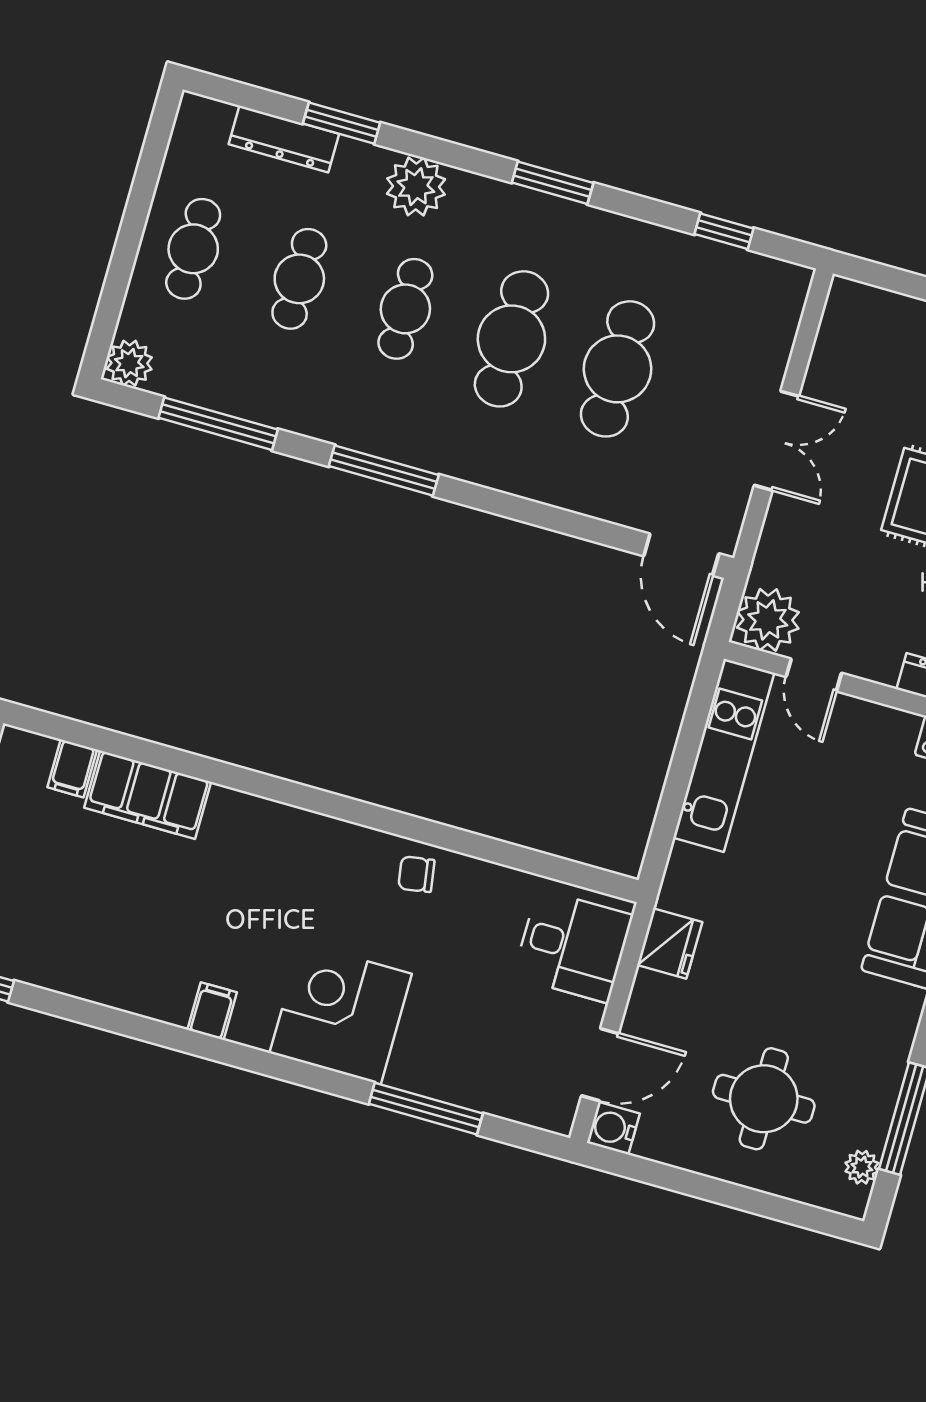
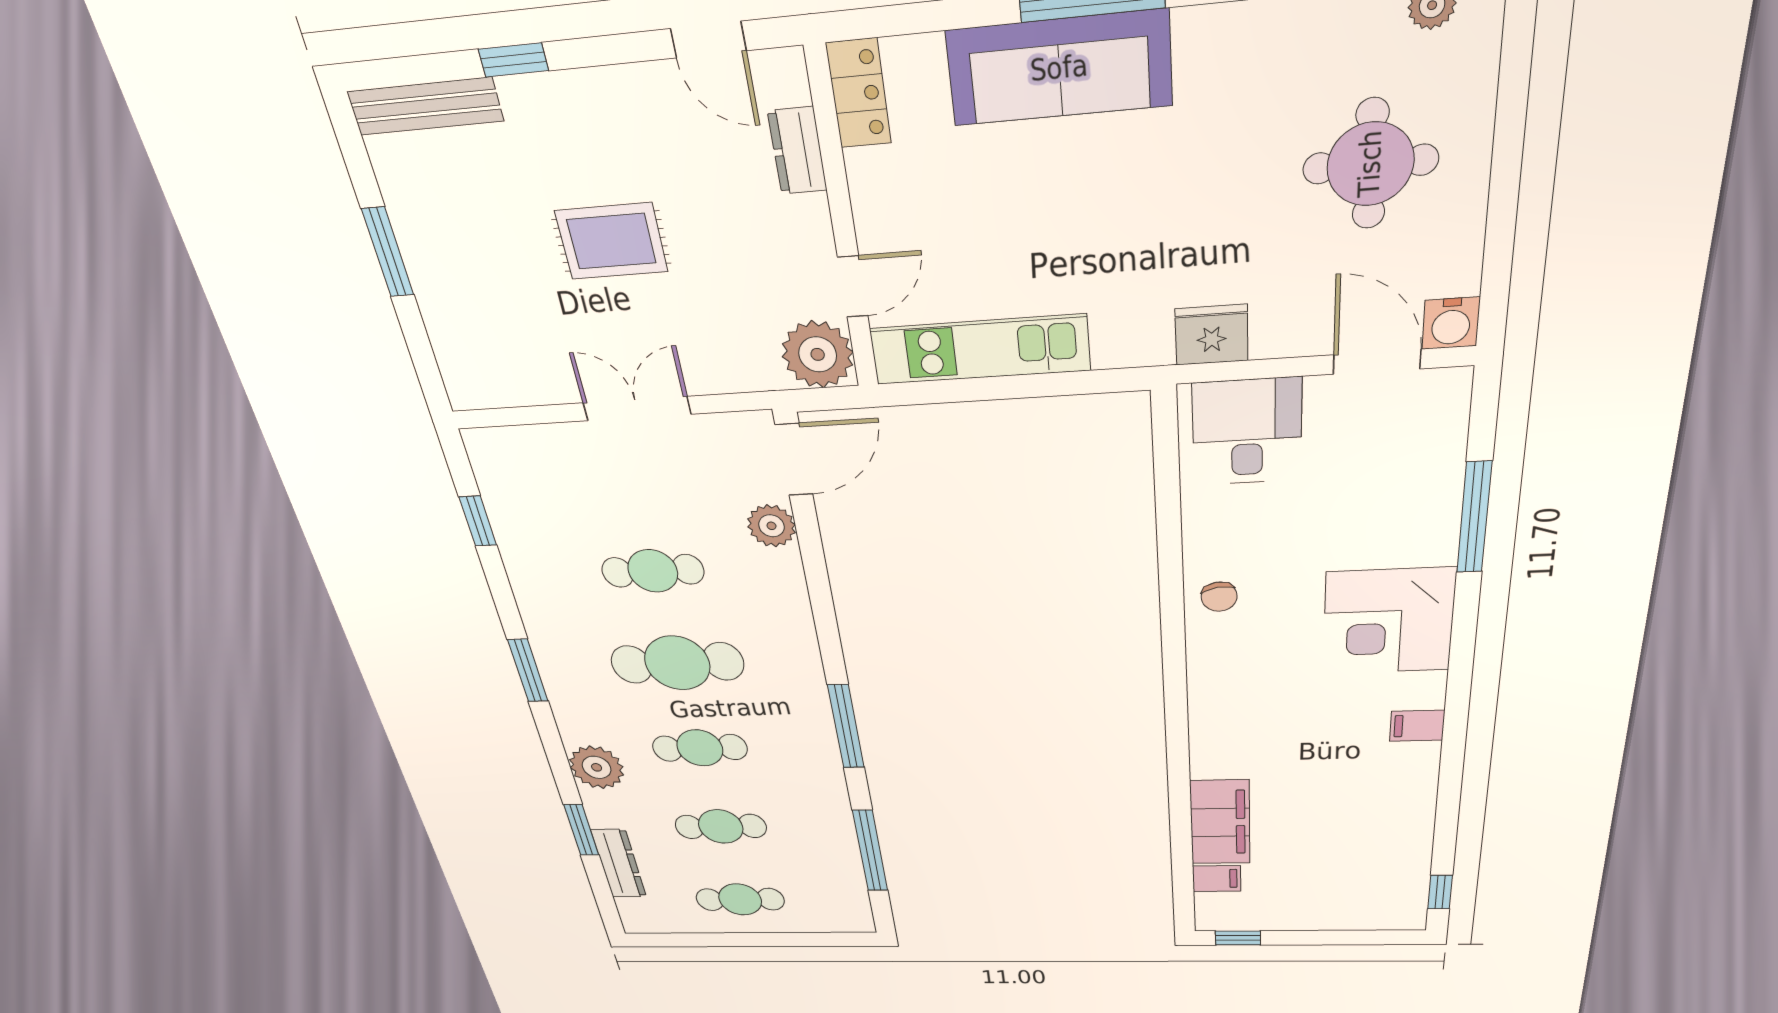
plant: (129, 363) -> (771, 526), moved
cafe table: (618, 369) -> (653, 571), width x0.73, depth x0.74

